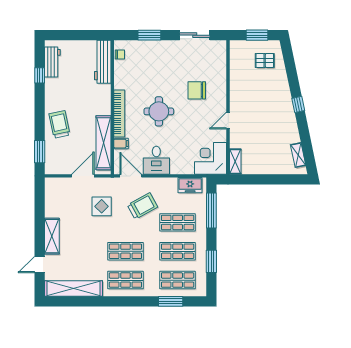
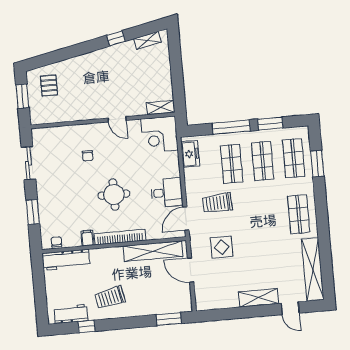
chair: (197, 90) -> (88, 156), width x0.54, depth x0.54
window: (298, 104) -> (116, 38), moved
trolley: (59, 124) -> (110, 297), moved
filing cabinet: (121, 144) -> (87, 238), moved
trolley: (142, 206) -> (217, 203), turned -64
window: (211, 211) -> (231, 127), moved
shop shelf: (125, 251) -> (268, 217), removed

